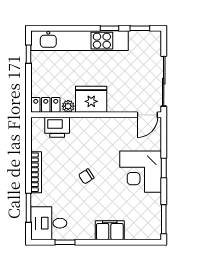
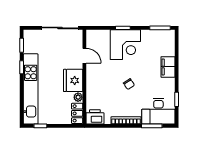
door: (147, 115) -> (84, 56), moved
printer: (57, 127) -> (95, 117), moved, turned -90
desk: (49, 223) -> (158, 111), width x1.37

